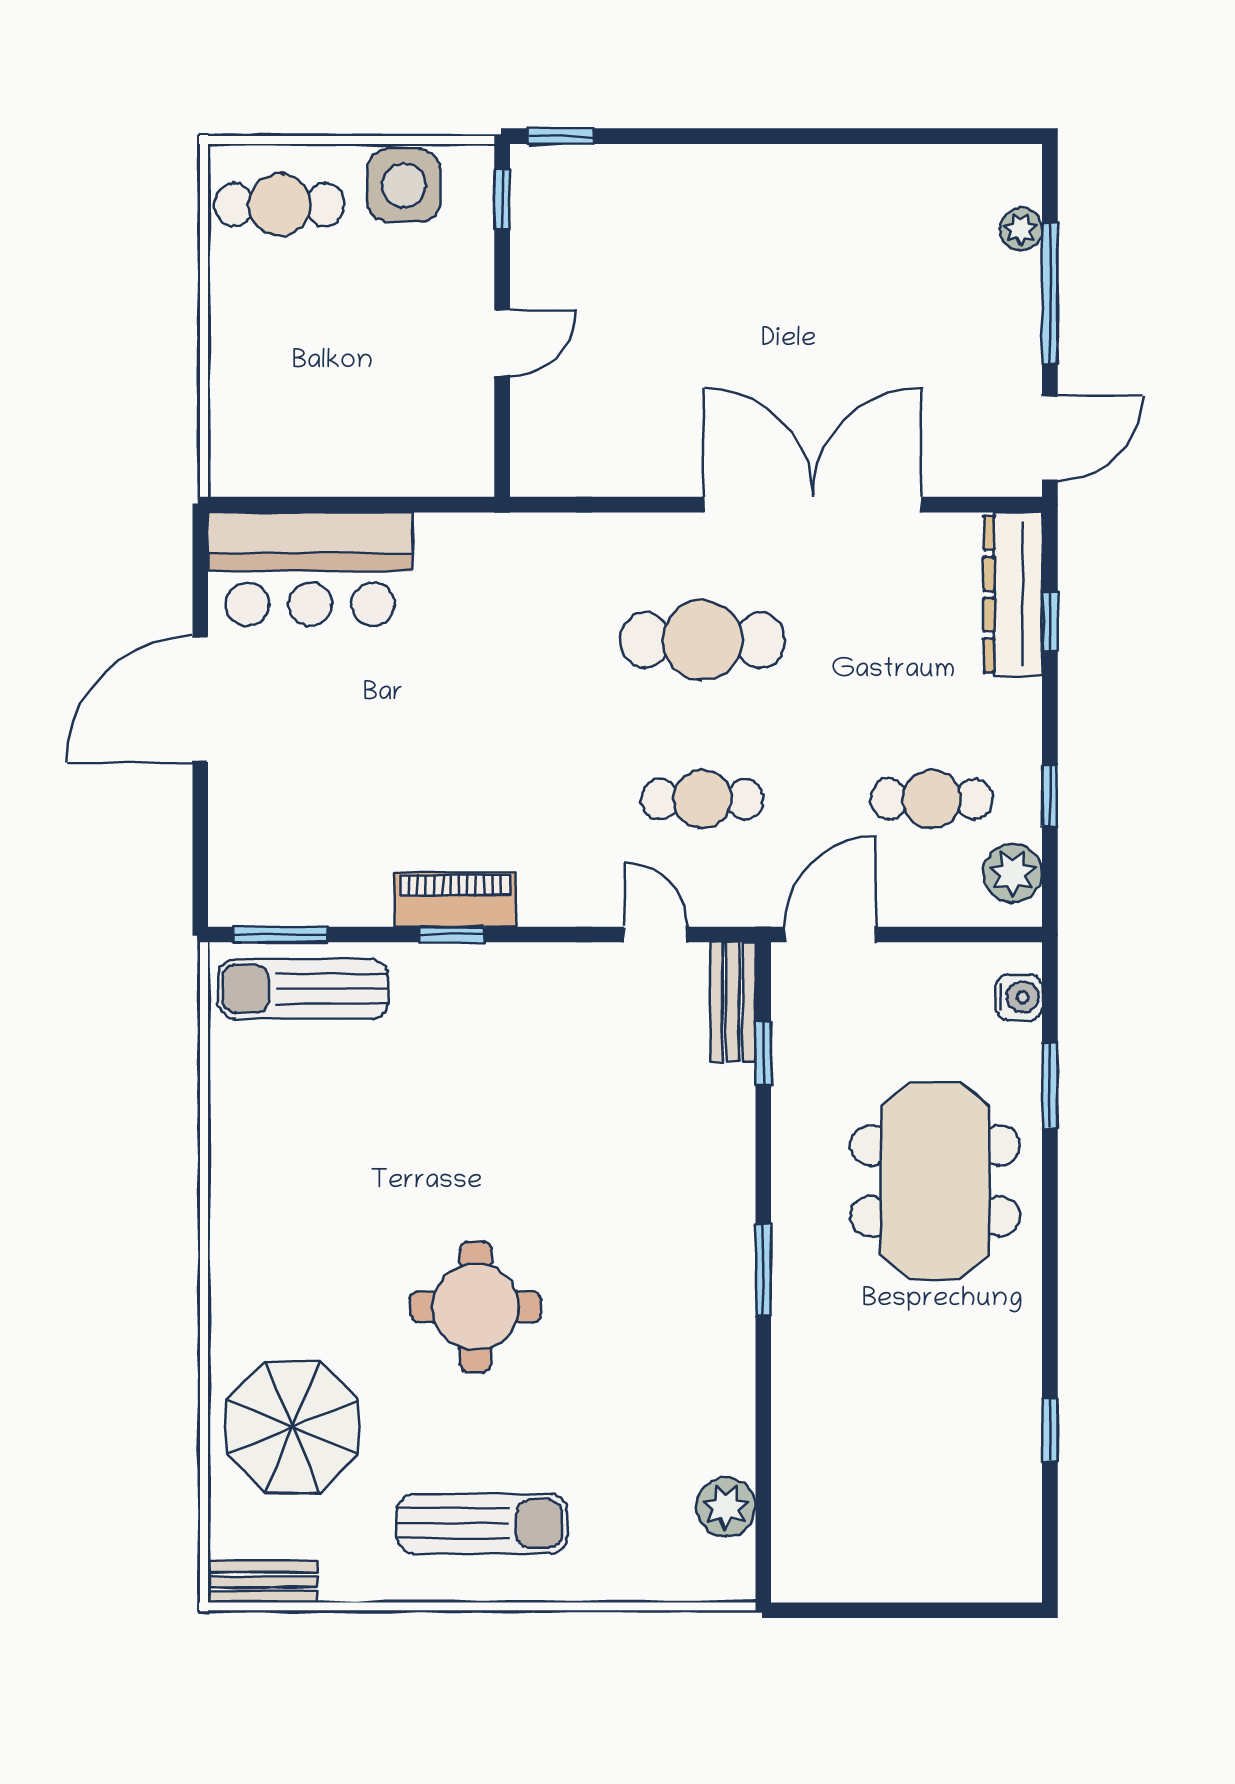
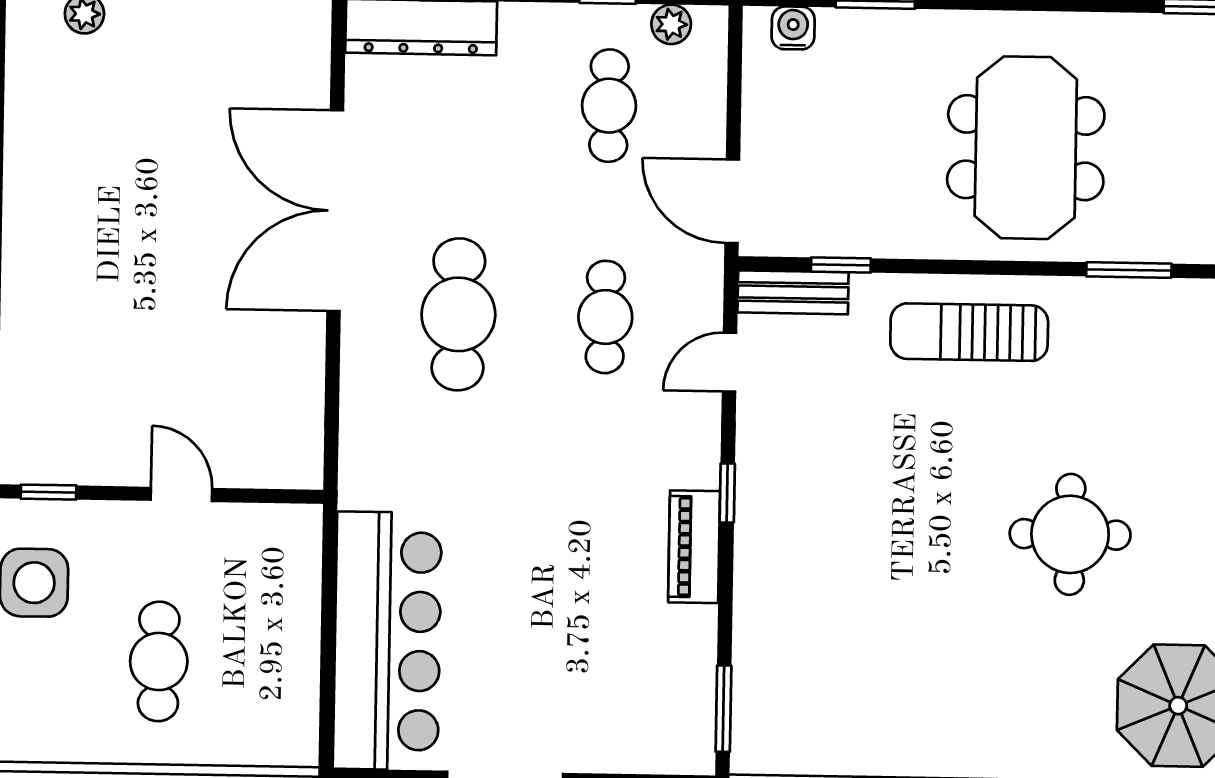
cafe table: (279, 205) -> (159, 661), moved
bar counter: (310, 569) -> (387, 641), width x1.36
plant: (1013, 873) -> (671, 24), width x0.73, depth x0.73
window: (452, 935) -> (727, 493), moved
sun lounger: (303, 989) -> (969, 332), moved, turned 90
meeting table: (935, 1181) -> (1026, 148), moved, turned 90
window: (763, 1270) -> (1129, 270), moved

